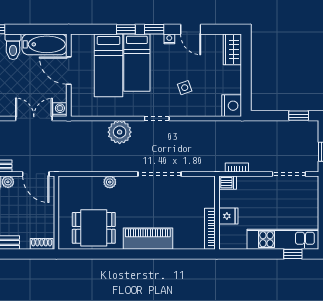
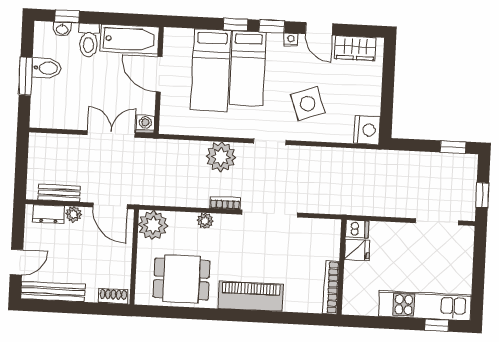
wardrobe: (232, 49) -> (355, 48), moved, turned -90
side table: (185, 88) -> (308, 104), width x1.87, depth x1.87
bookcase: (237, 167) -> (225, 203), moved
plant: (70, 187) -> (153, 225), added
fridge: (228, 216) -> (357, 250), moved

